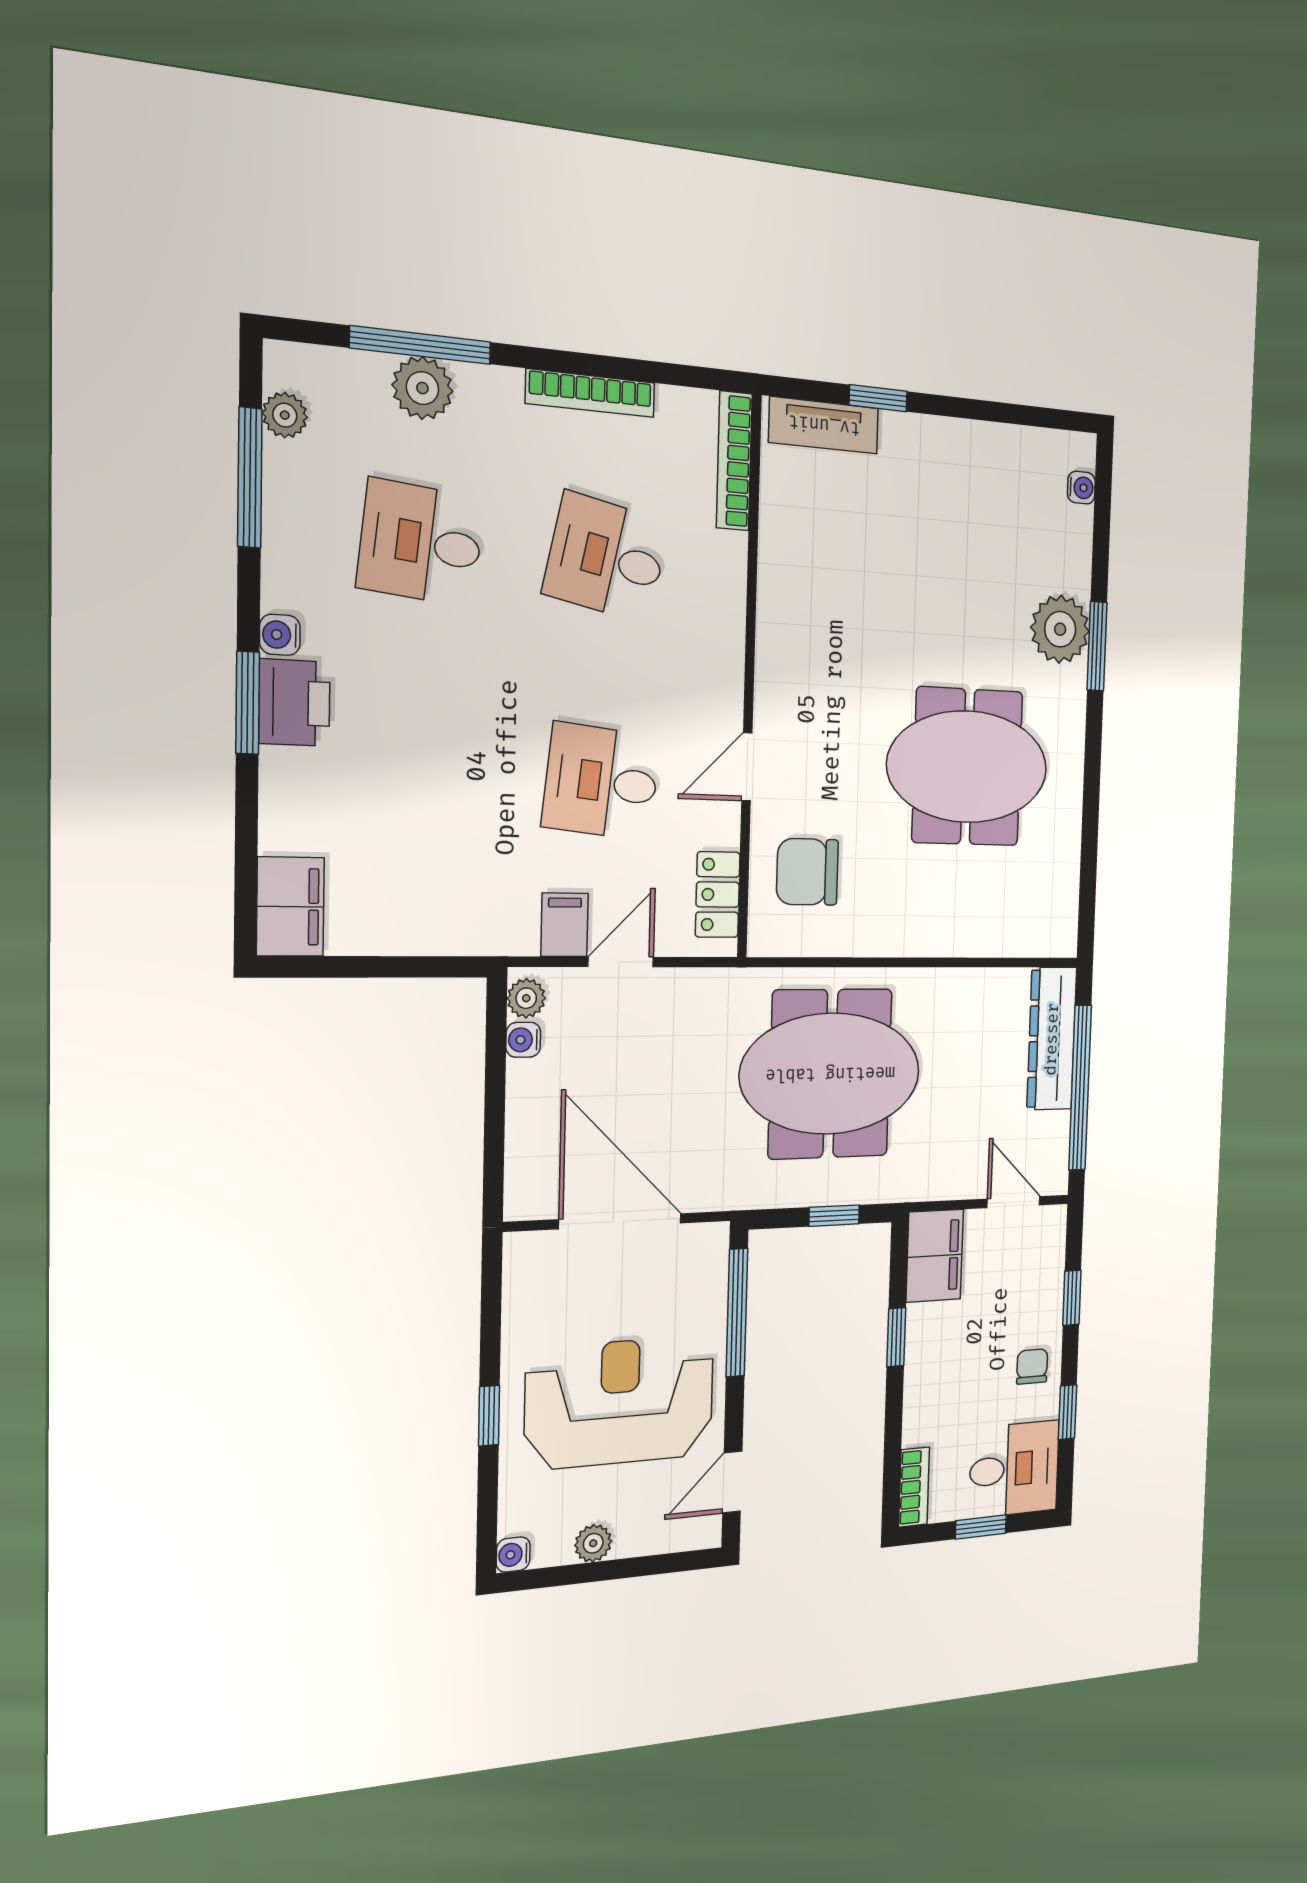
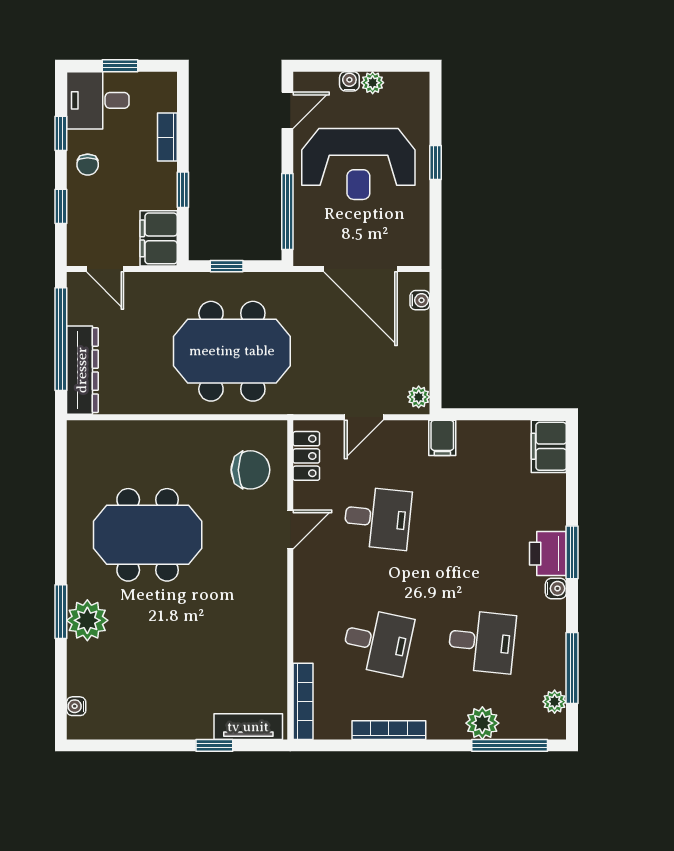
window: (421, 345) -> (510, 745), moved
filing cabinet: (565, 925) -> (442, 438), moved
water cooler: (523, 1040) -> (420, 300), moved
bookcase: (914, 1487) -> (167, 137), moved
water cooler: (513, 1555) -> (349, 81), moved, turned -90

